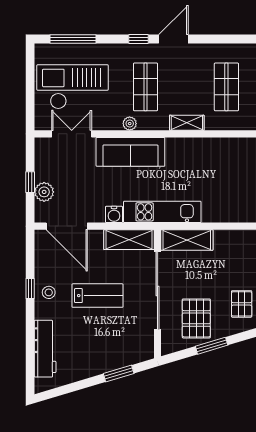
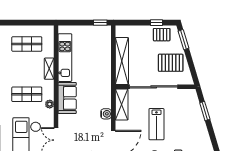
sofa: (130, 152) -> (67, 98), width x0.73
kitchen unit: (162, 212) -> (65, 58), moved, turned 180
shelving: (187, 240) -> (122, 61), width x1.47
lab bench: (97, 296) -> (156, 124), turned 180
window: (212, 346) -> (183, 40), moved

